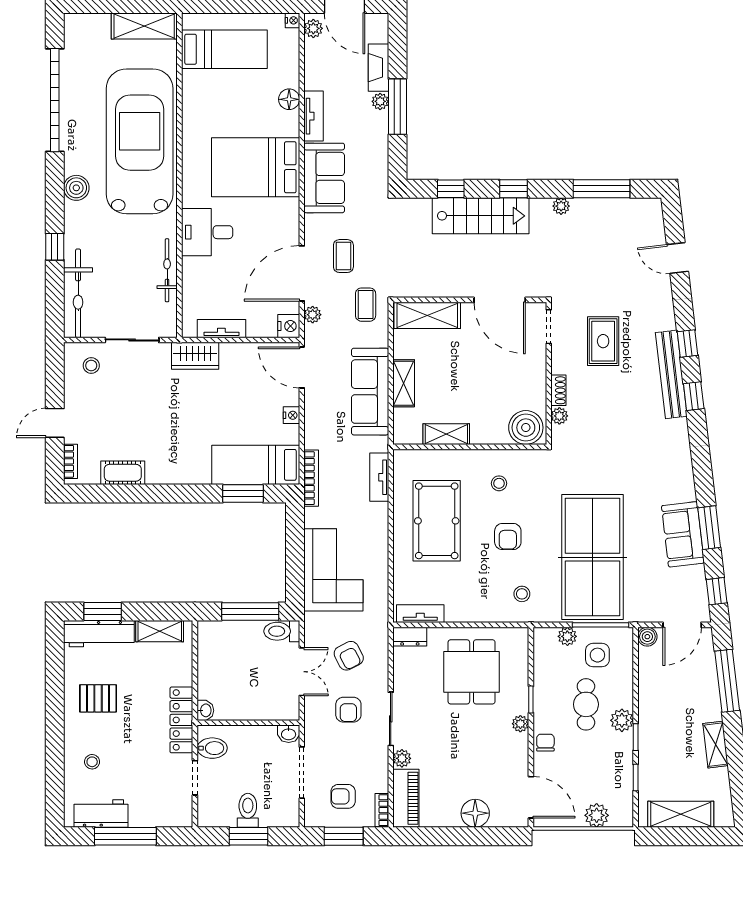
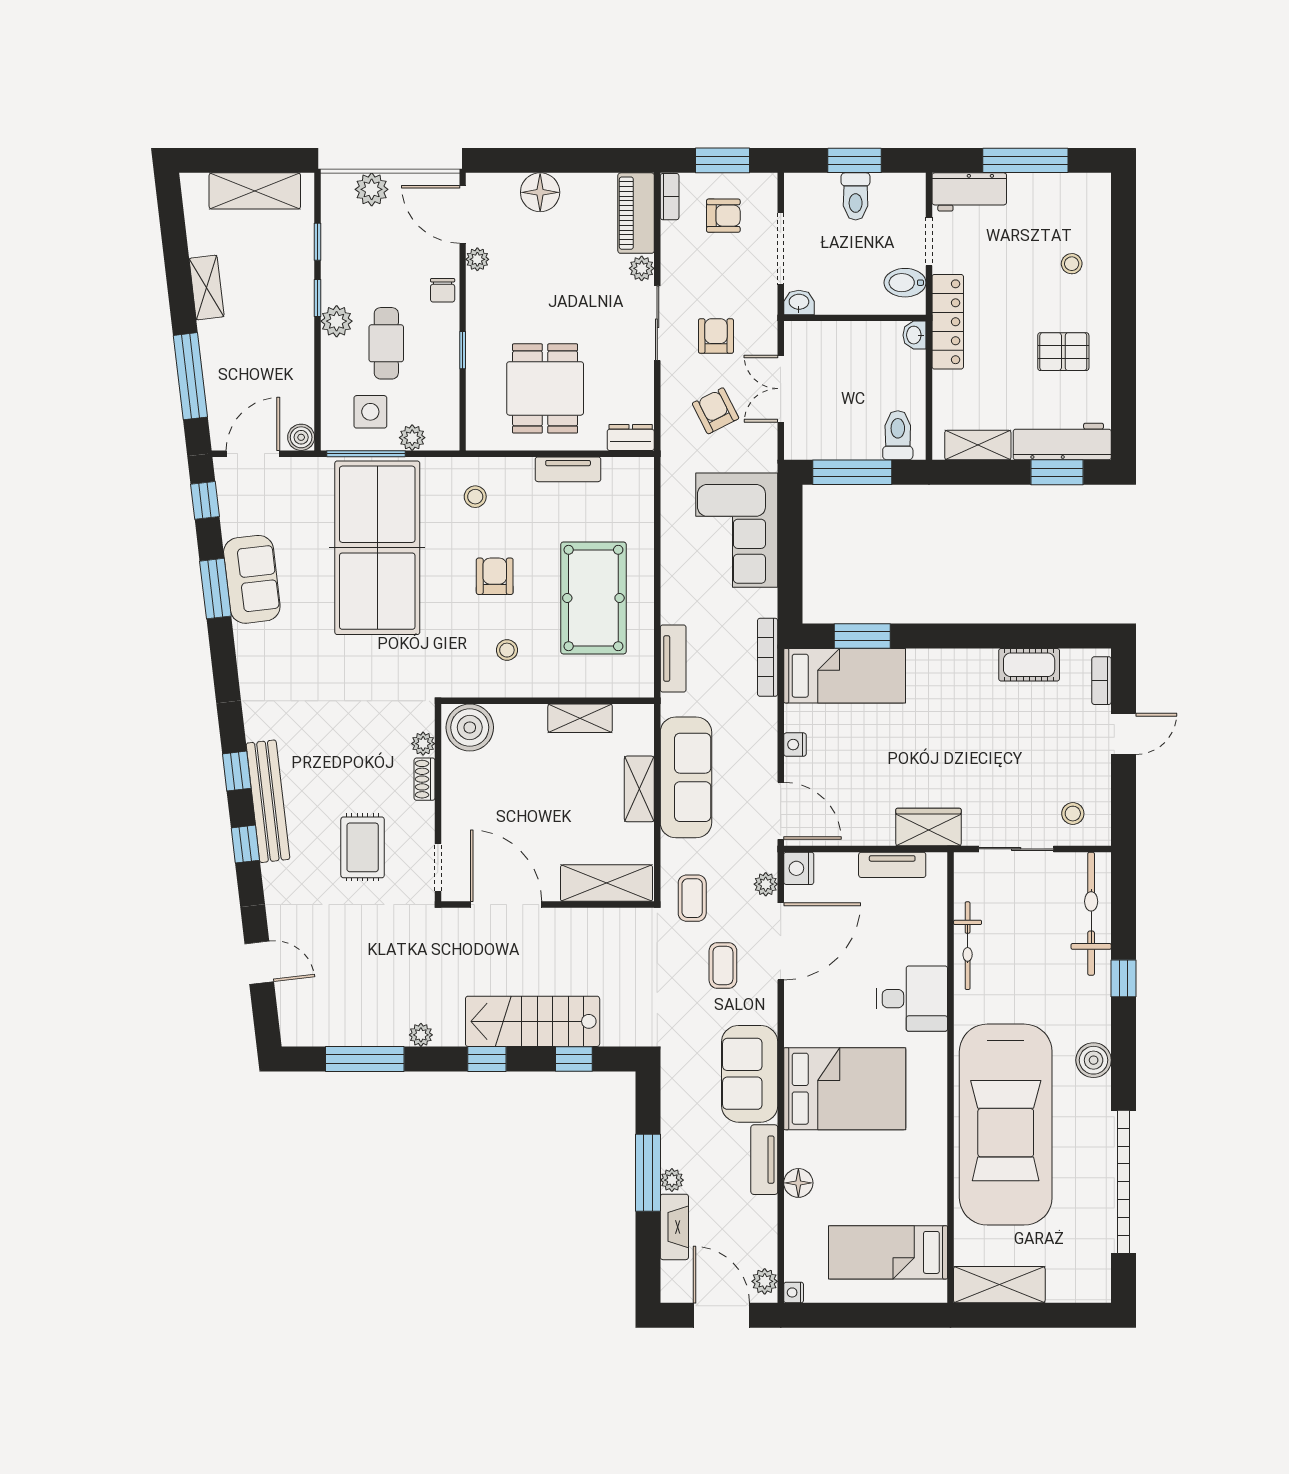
tv unit: (420, 614) -> (568, 469), moved
toilet: (282, 631) -> (898, 435), moved, turned -90
plant: (520, 724) -> (477, 259), moved
workbench: (101, 813) -> (969, 192), moved

